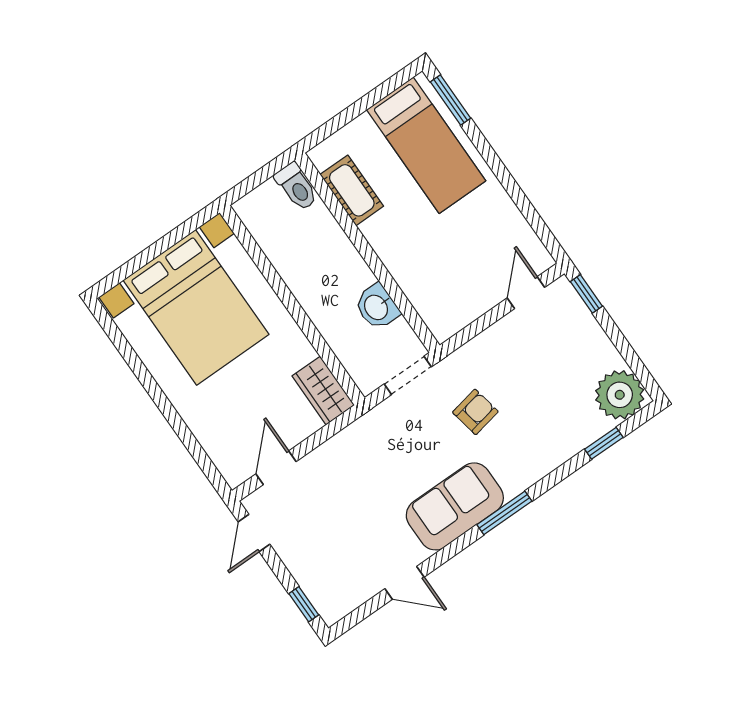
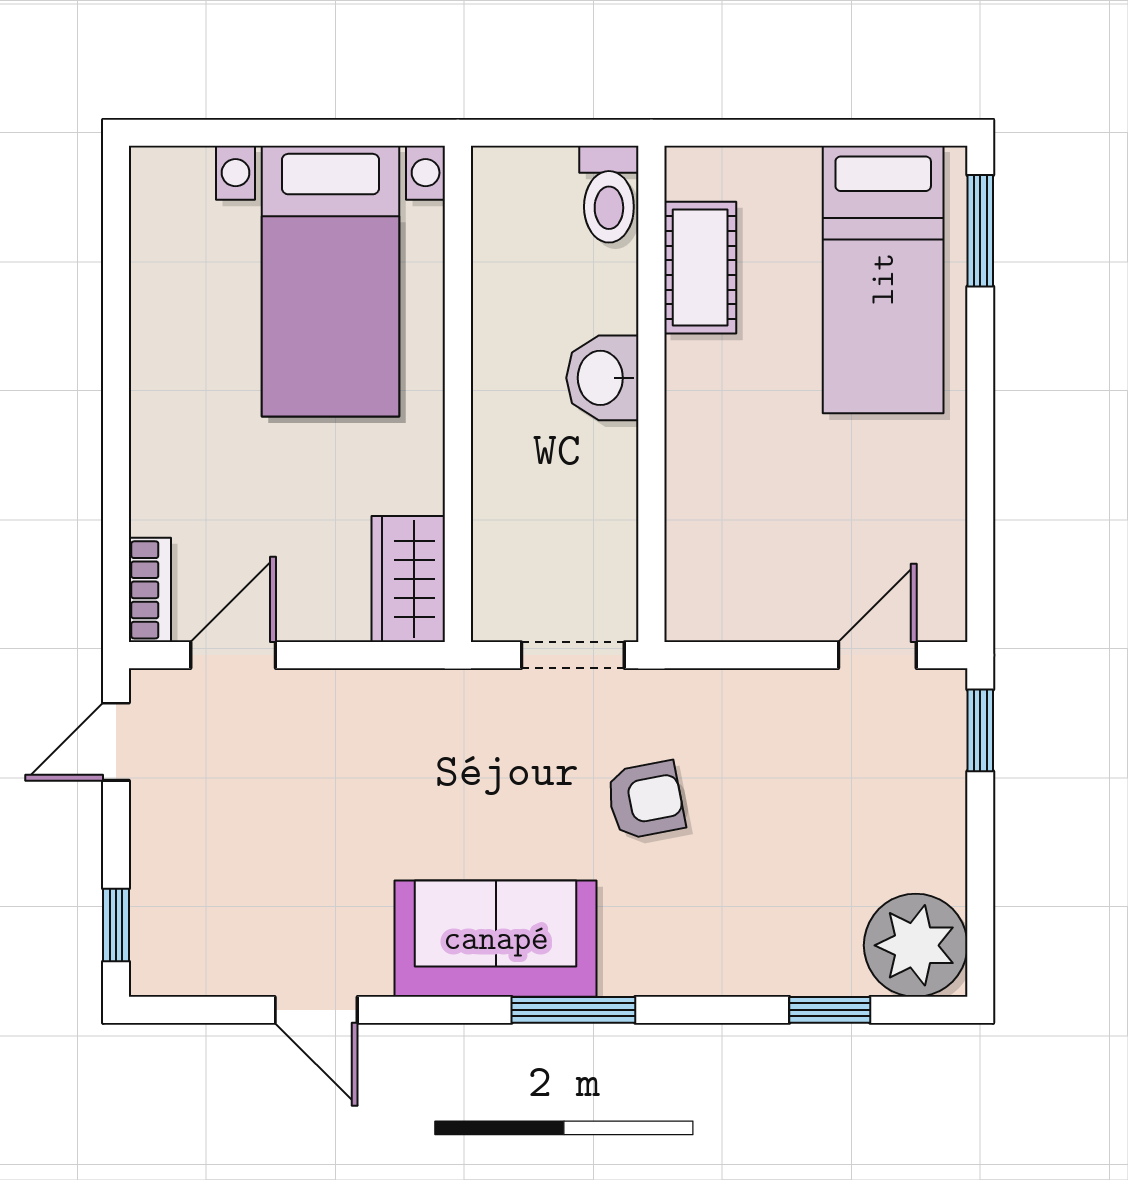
bed with nightstands: (196, 307) -> (331, 281), width x0.73
washbasin: (377, 307) -> (602, 378), moved
bookcase: (226, 465) -> (150, 590), added

